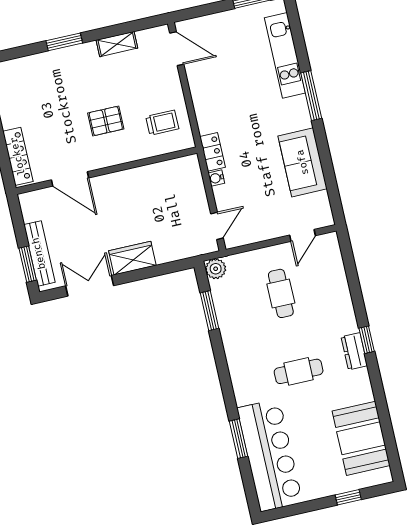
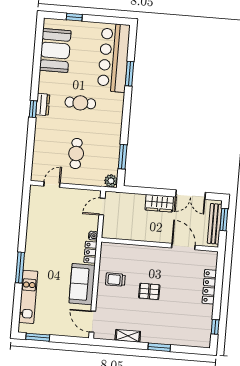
sofa: (303, 162) -> (82, 284), moved, turned 180
wall: (106, 171) -> (160, 245), moved
door: (70, 179) -> (183, 247), moved

